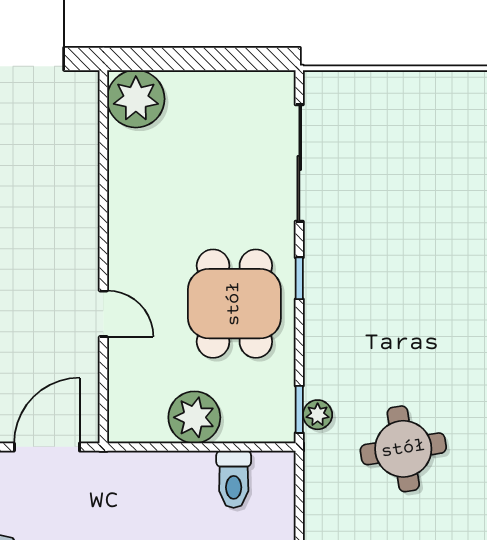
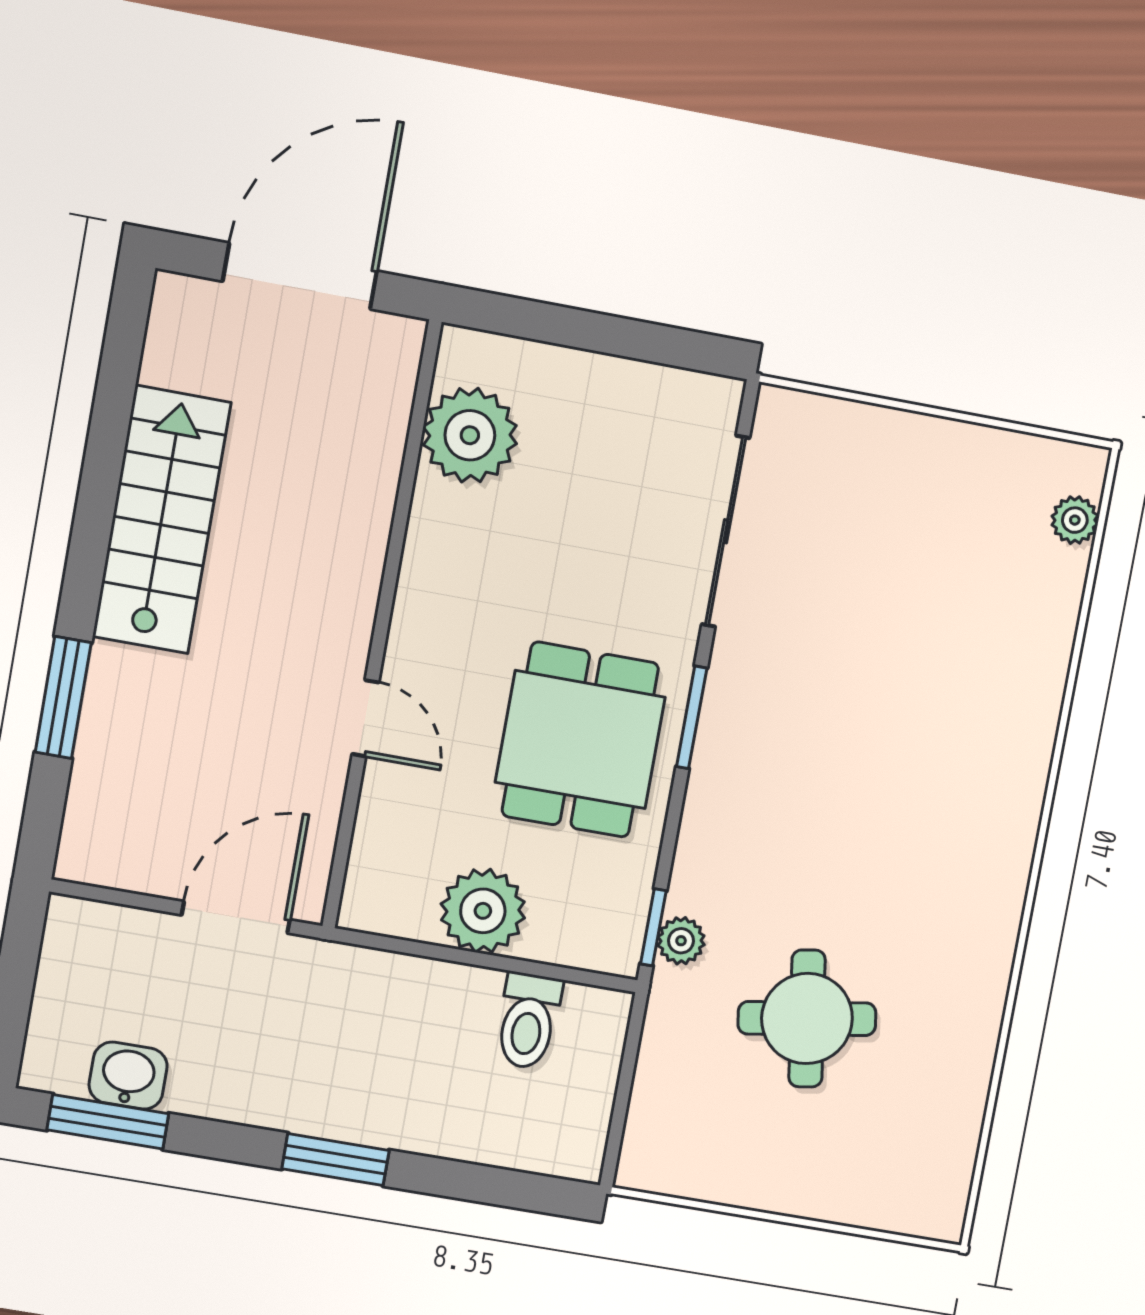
plant: (136, 99) -> (470, 435), moved
window: (299, 278) -> (692, 717), width x1.50

